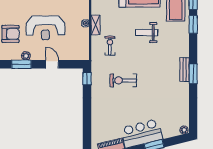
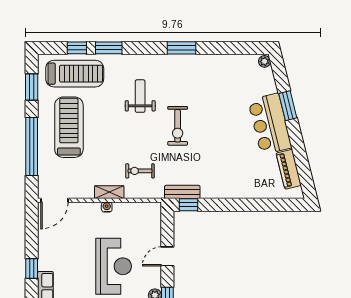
weight bench: (147, 33) -> (140, 96), moved, turned 180
bench: (184, 69) -> (182, 192), moved
exercise bike: (123, 80) -> (178, 126), moved

